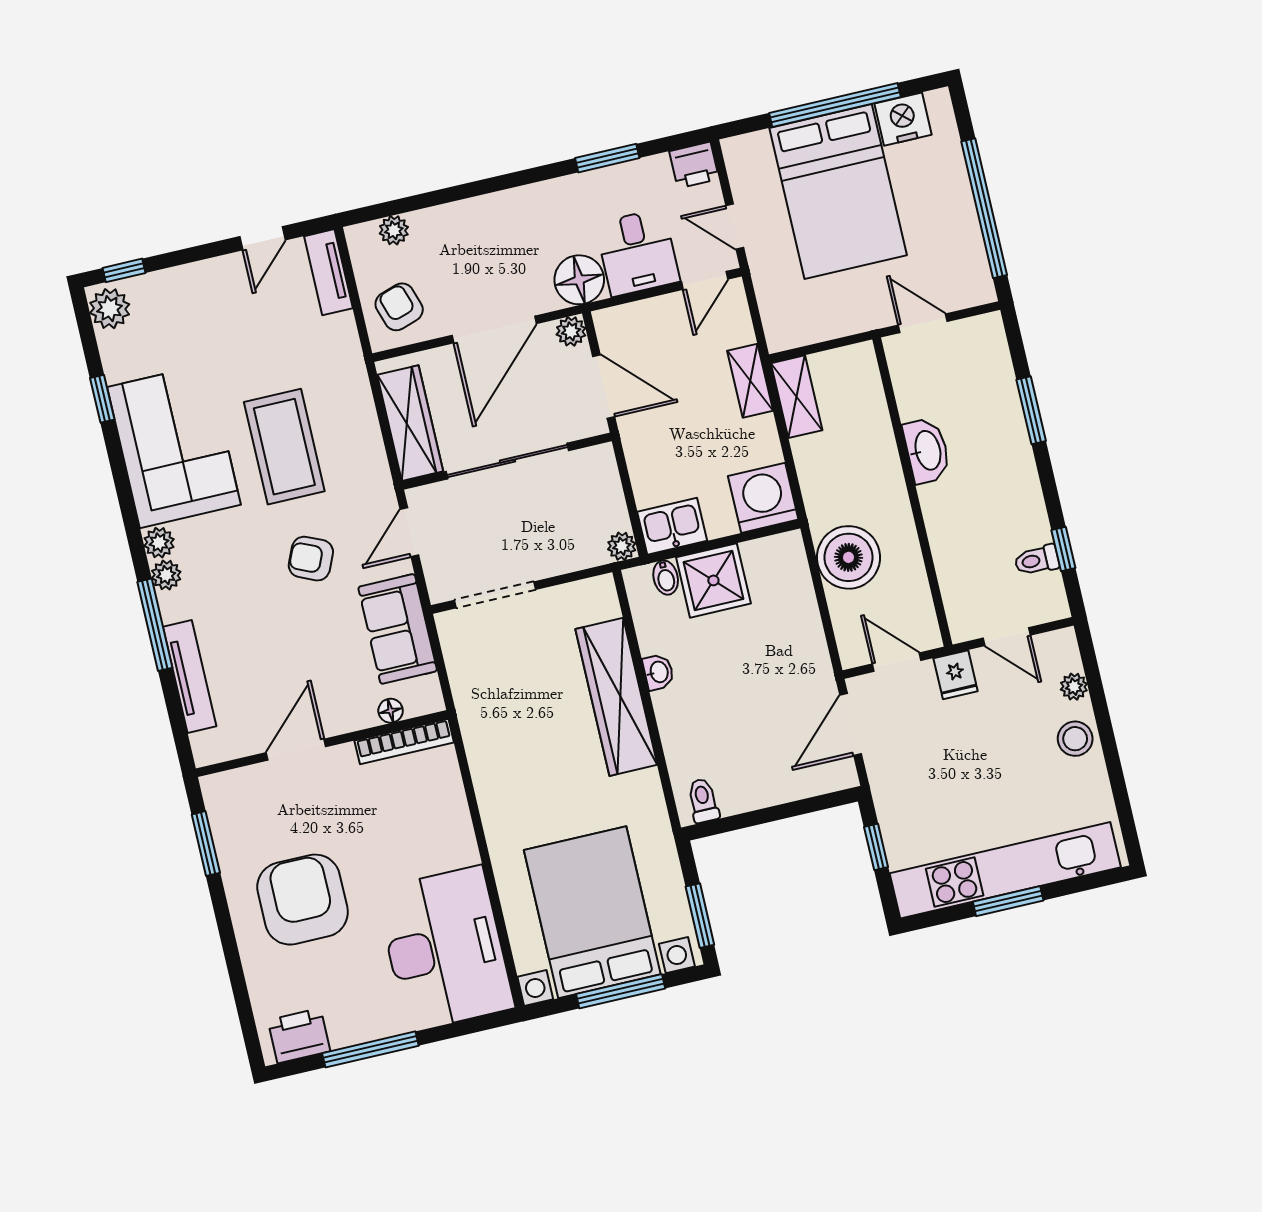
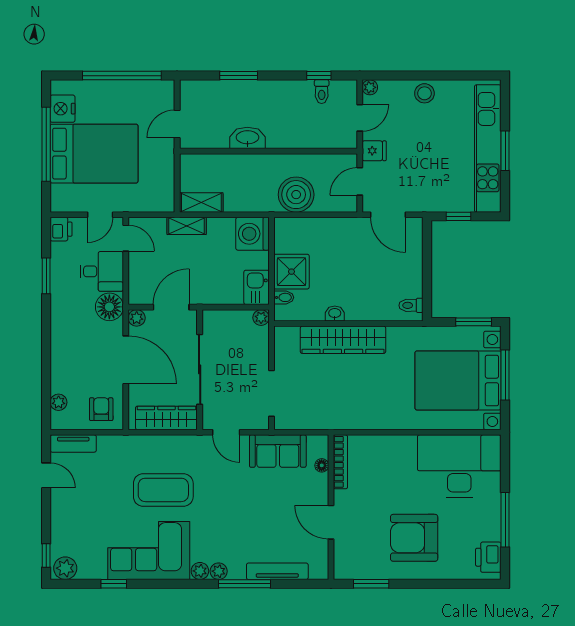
armchair: (399, 307) -> (101, 409), turned 108
armchair: (311, 559) -> (228, 490), removed
plant: (1074, 687) -> (370, 87), moved

